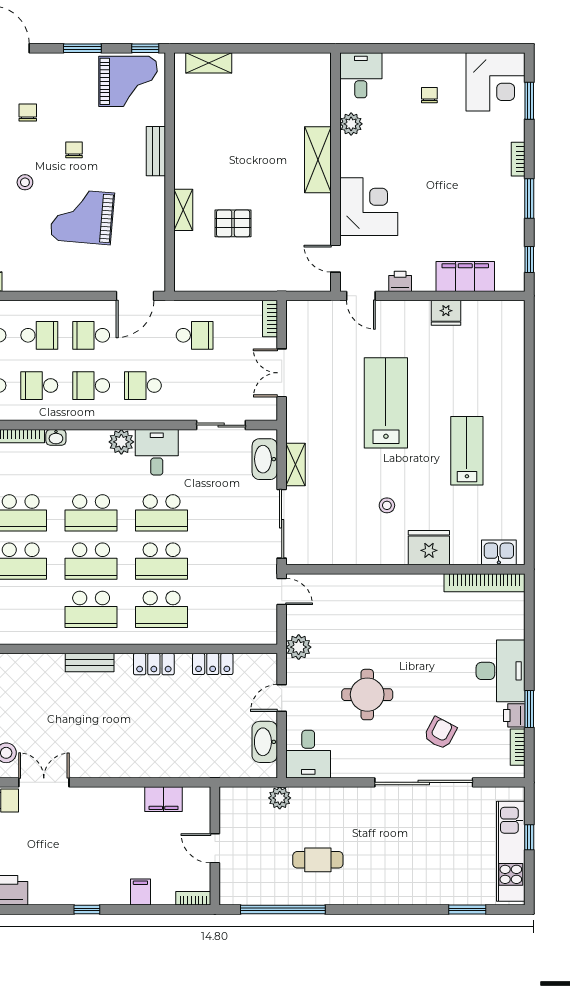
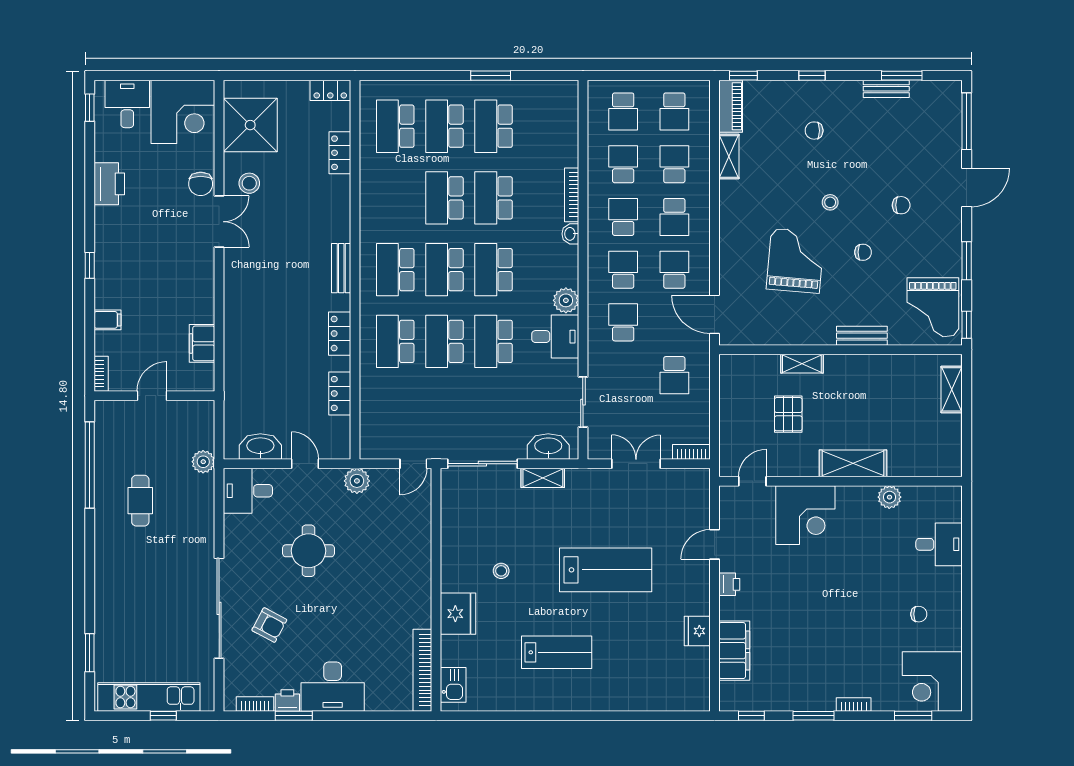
plant: (351, 124) -> (889, 497), moved
shelving: (318, 160) -> (853, 463), moved
wall: (335, 172) -> (841, 481), moved
corner desk: (369, 207) -> (805, 515), moved
door: (335, 259) -> (752, 481), moved

